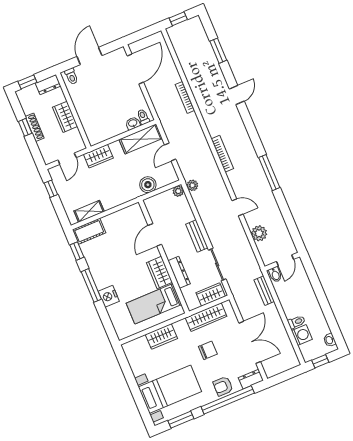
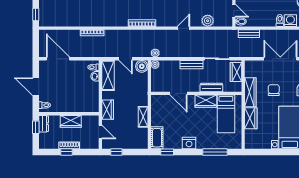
window: (27, 82) -> (36, 127), moved
boiler: (148, 185) -> (142, 66), moved
shelving: (89, 211) -> (143, 117), moved
window: (91, 285) -> (215, 152), moved
nightstand: (109, 296) -> (189, 143), moved
wardrobe: (206, 317) -> (250, 92), moved

